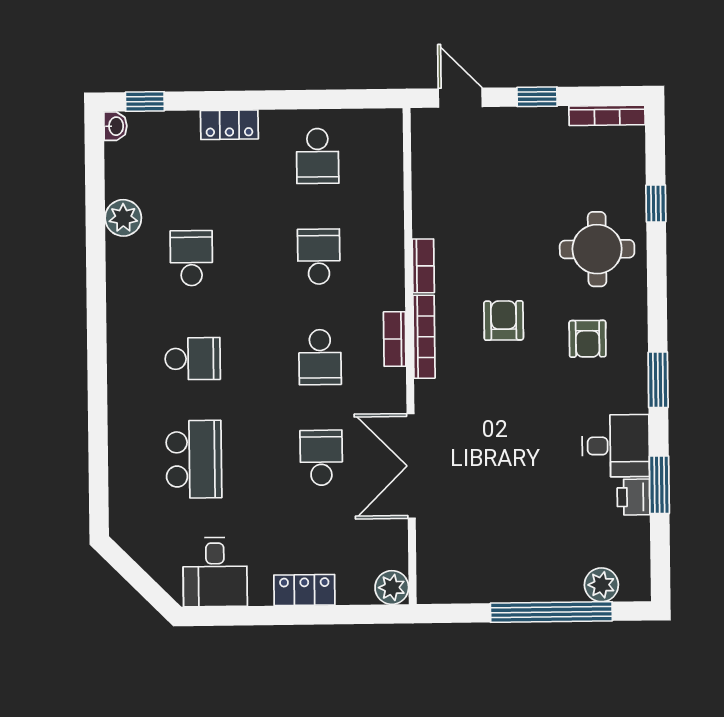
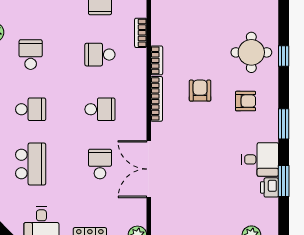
window: (656, 204) -> (284, 56), moved
school desk: (319, 257) -> (100, 55), turned -90
bookcase: (395, 339) -> (141, 33), moved
armchair: (588, 339) -> (246, 101), turned -90
school desk: (320, 357) -> (100, 109), turned -90

